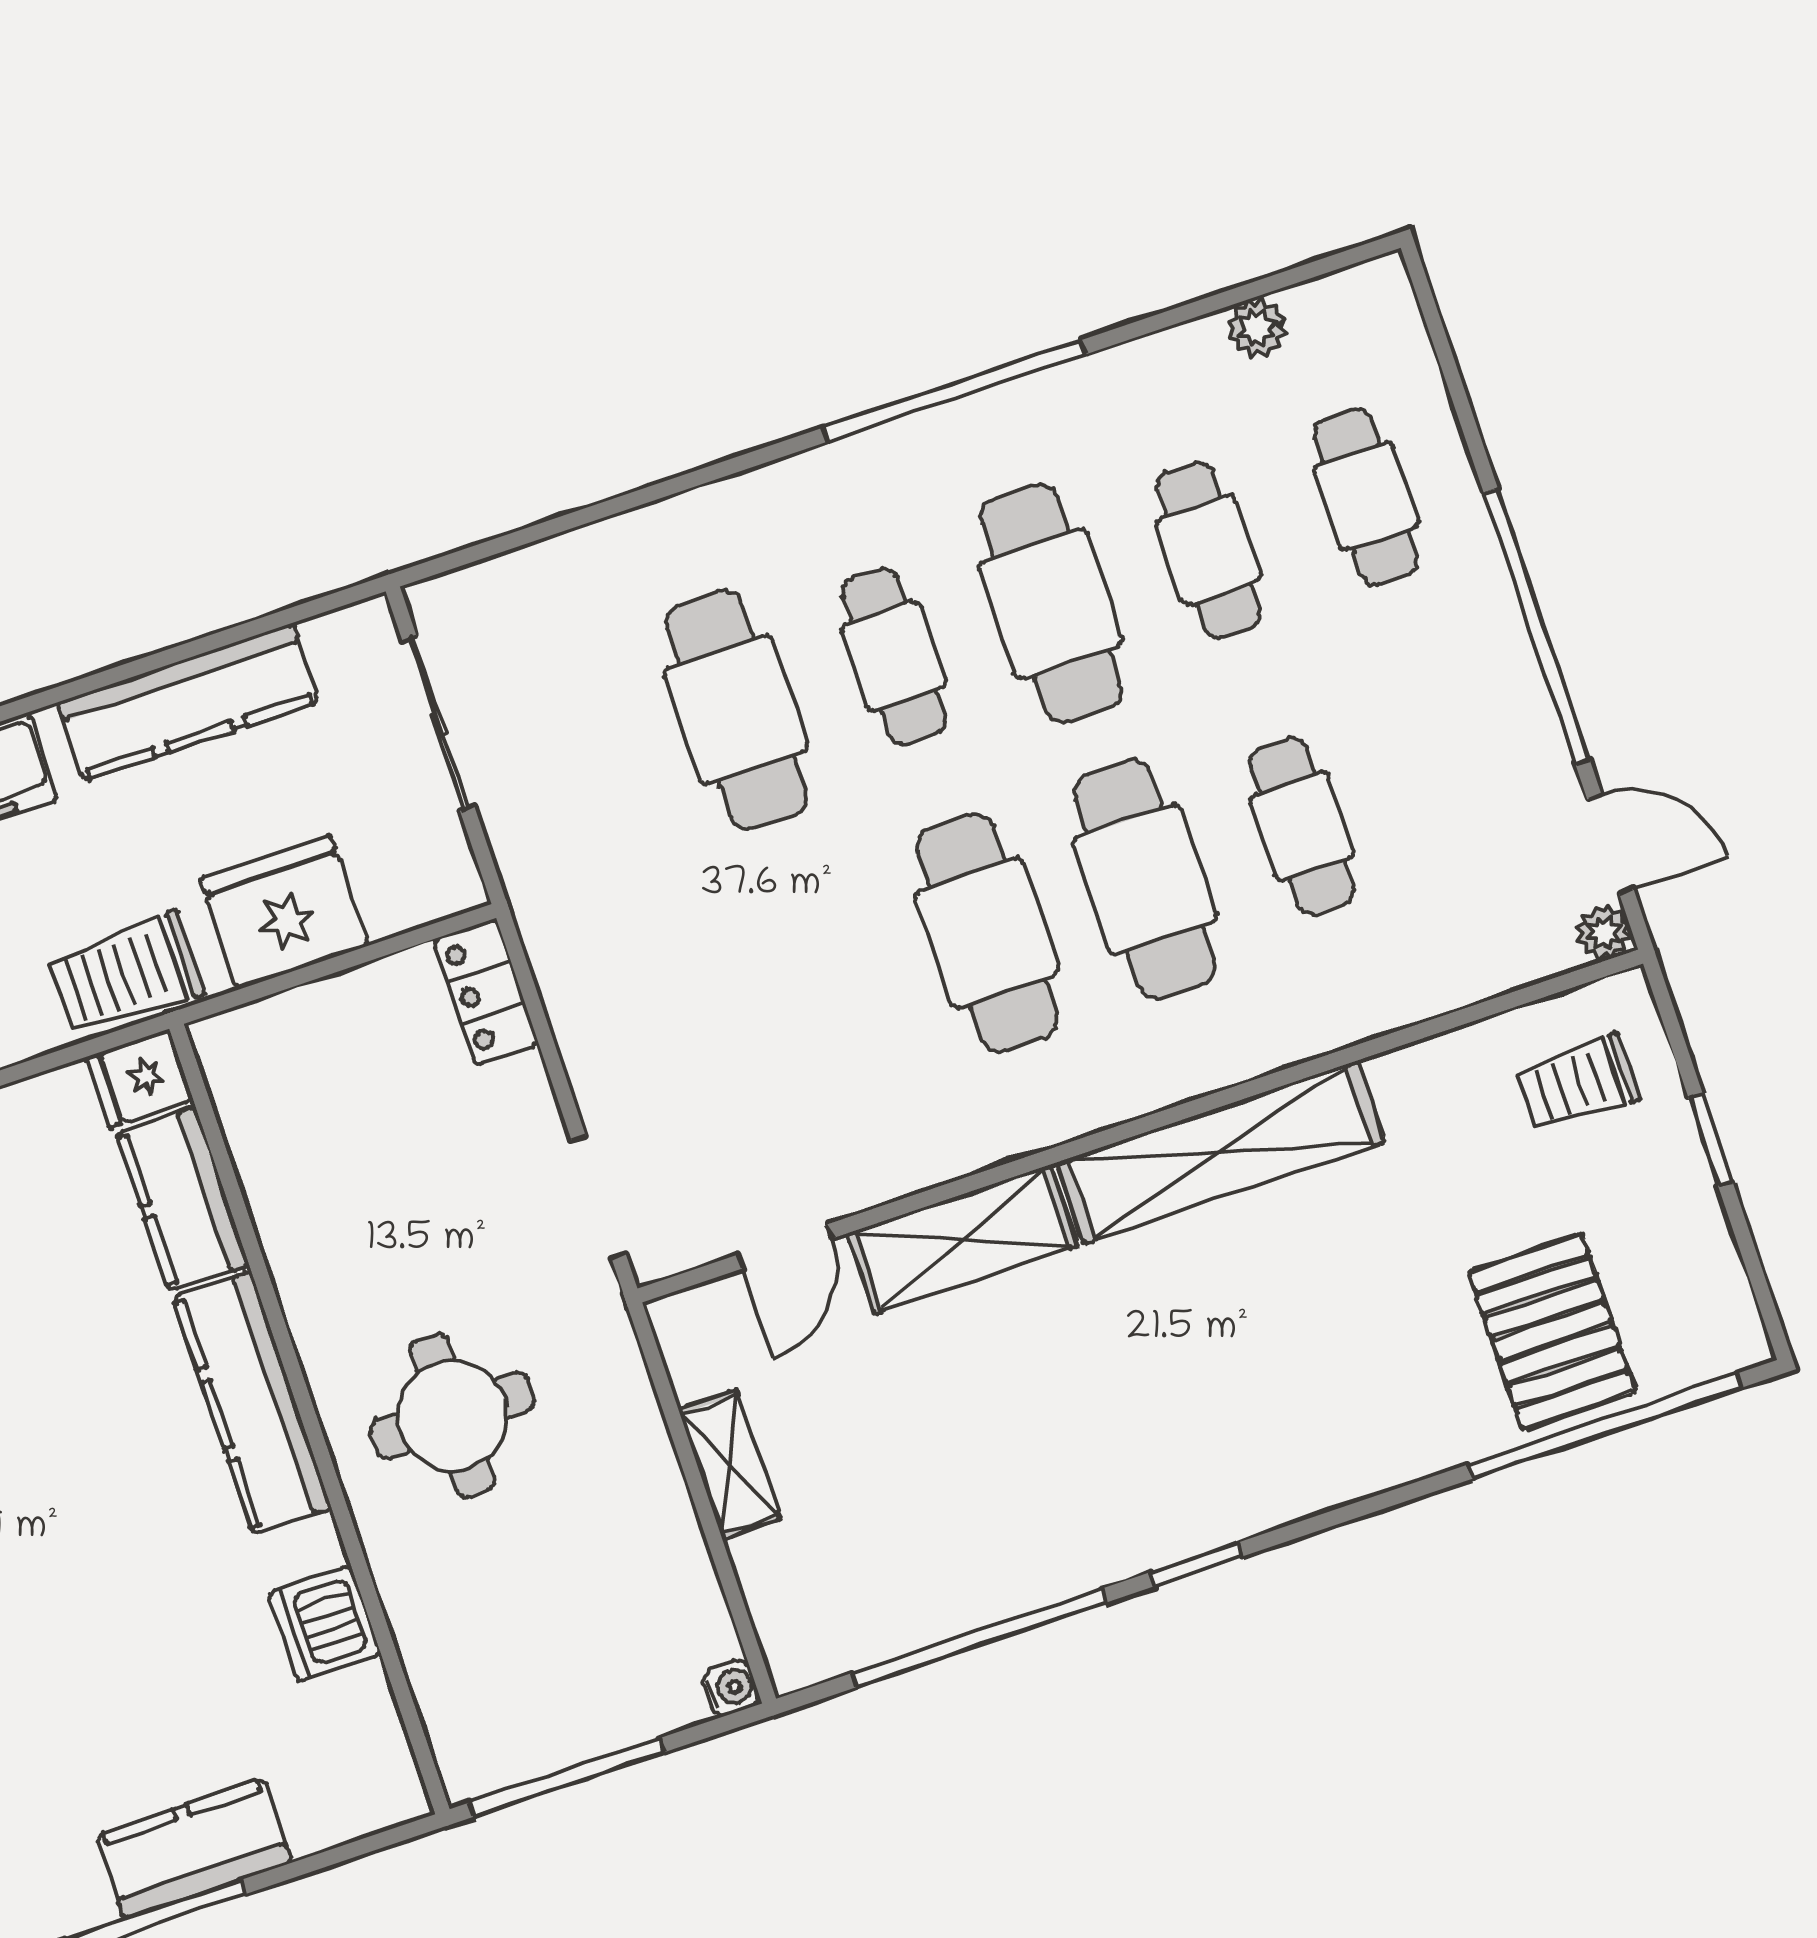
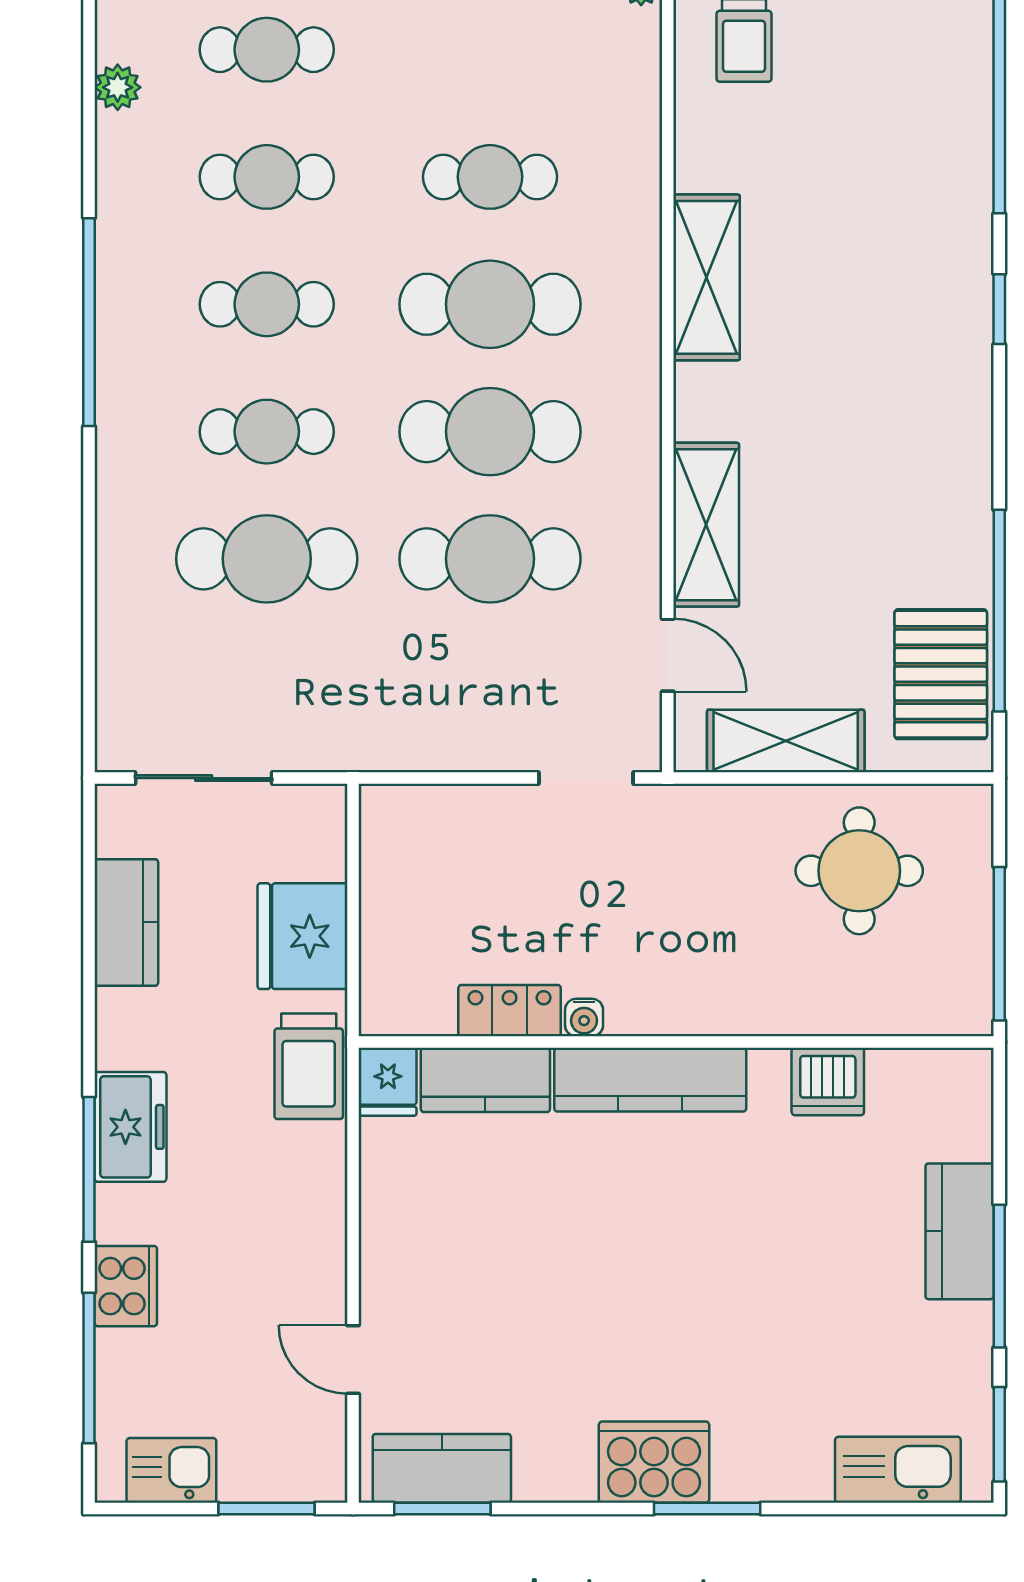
cafe table: (1051, 603) -> (267, 304), width x0.73, depth x0.74
kitchen counter: (188, 702) -> (126, 922), width x0.67
cafe table: (829, 986) -> (490, 559), added
locker: (486, 992) -> (510, 1011), moved, turned 180
shelving: (1221, 1152) -> (707, 277), width x0.68
pallet: (1552, 1332) -> (941, 674), moved, turned 90
round table: (452, 1416) -> (859, 871), moved
shelving: (729, 1464) -> (786, 741), width x1.50, depth x1.33
window: (1196, 1564) -> (999, 309), moved
water cooler: (731, 1688) -> (584, 1018), moved, turned 180

